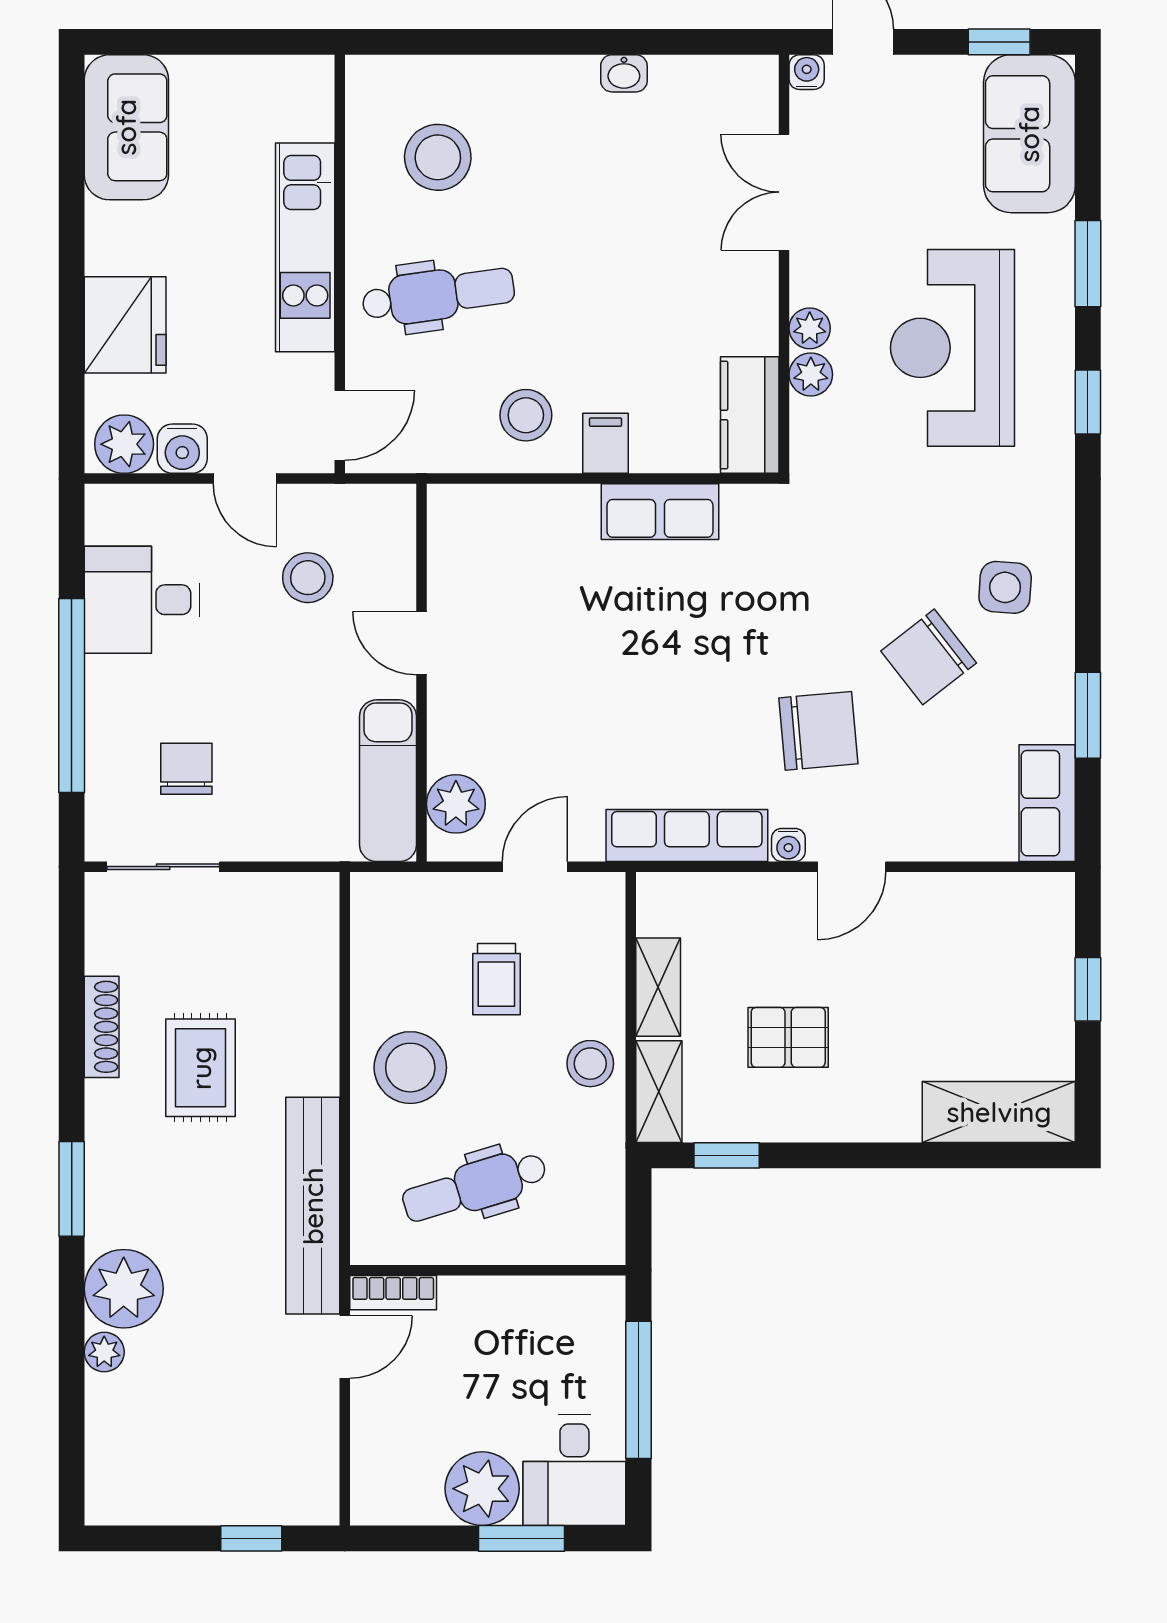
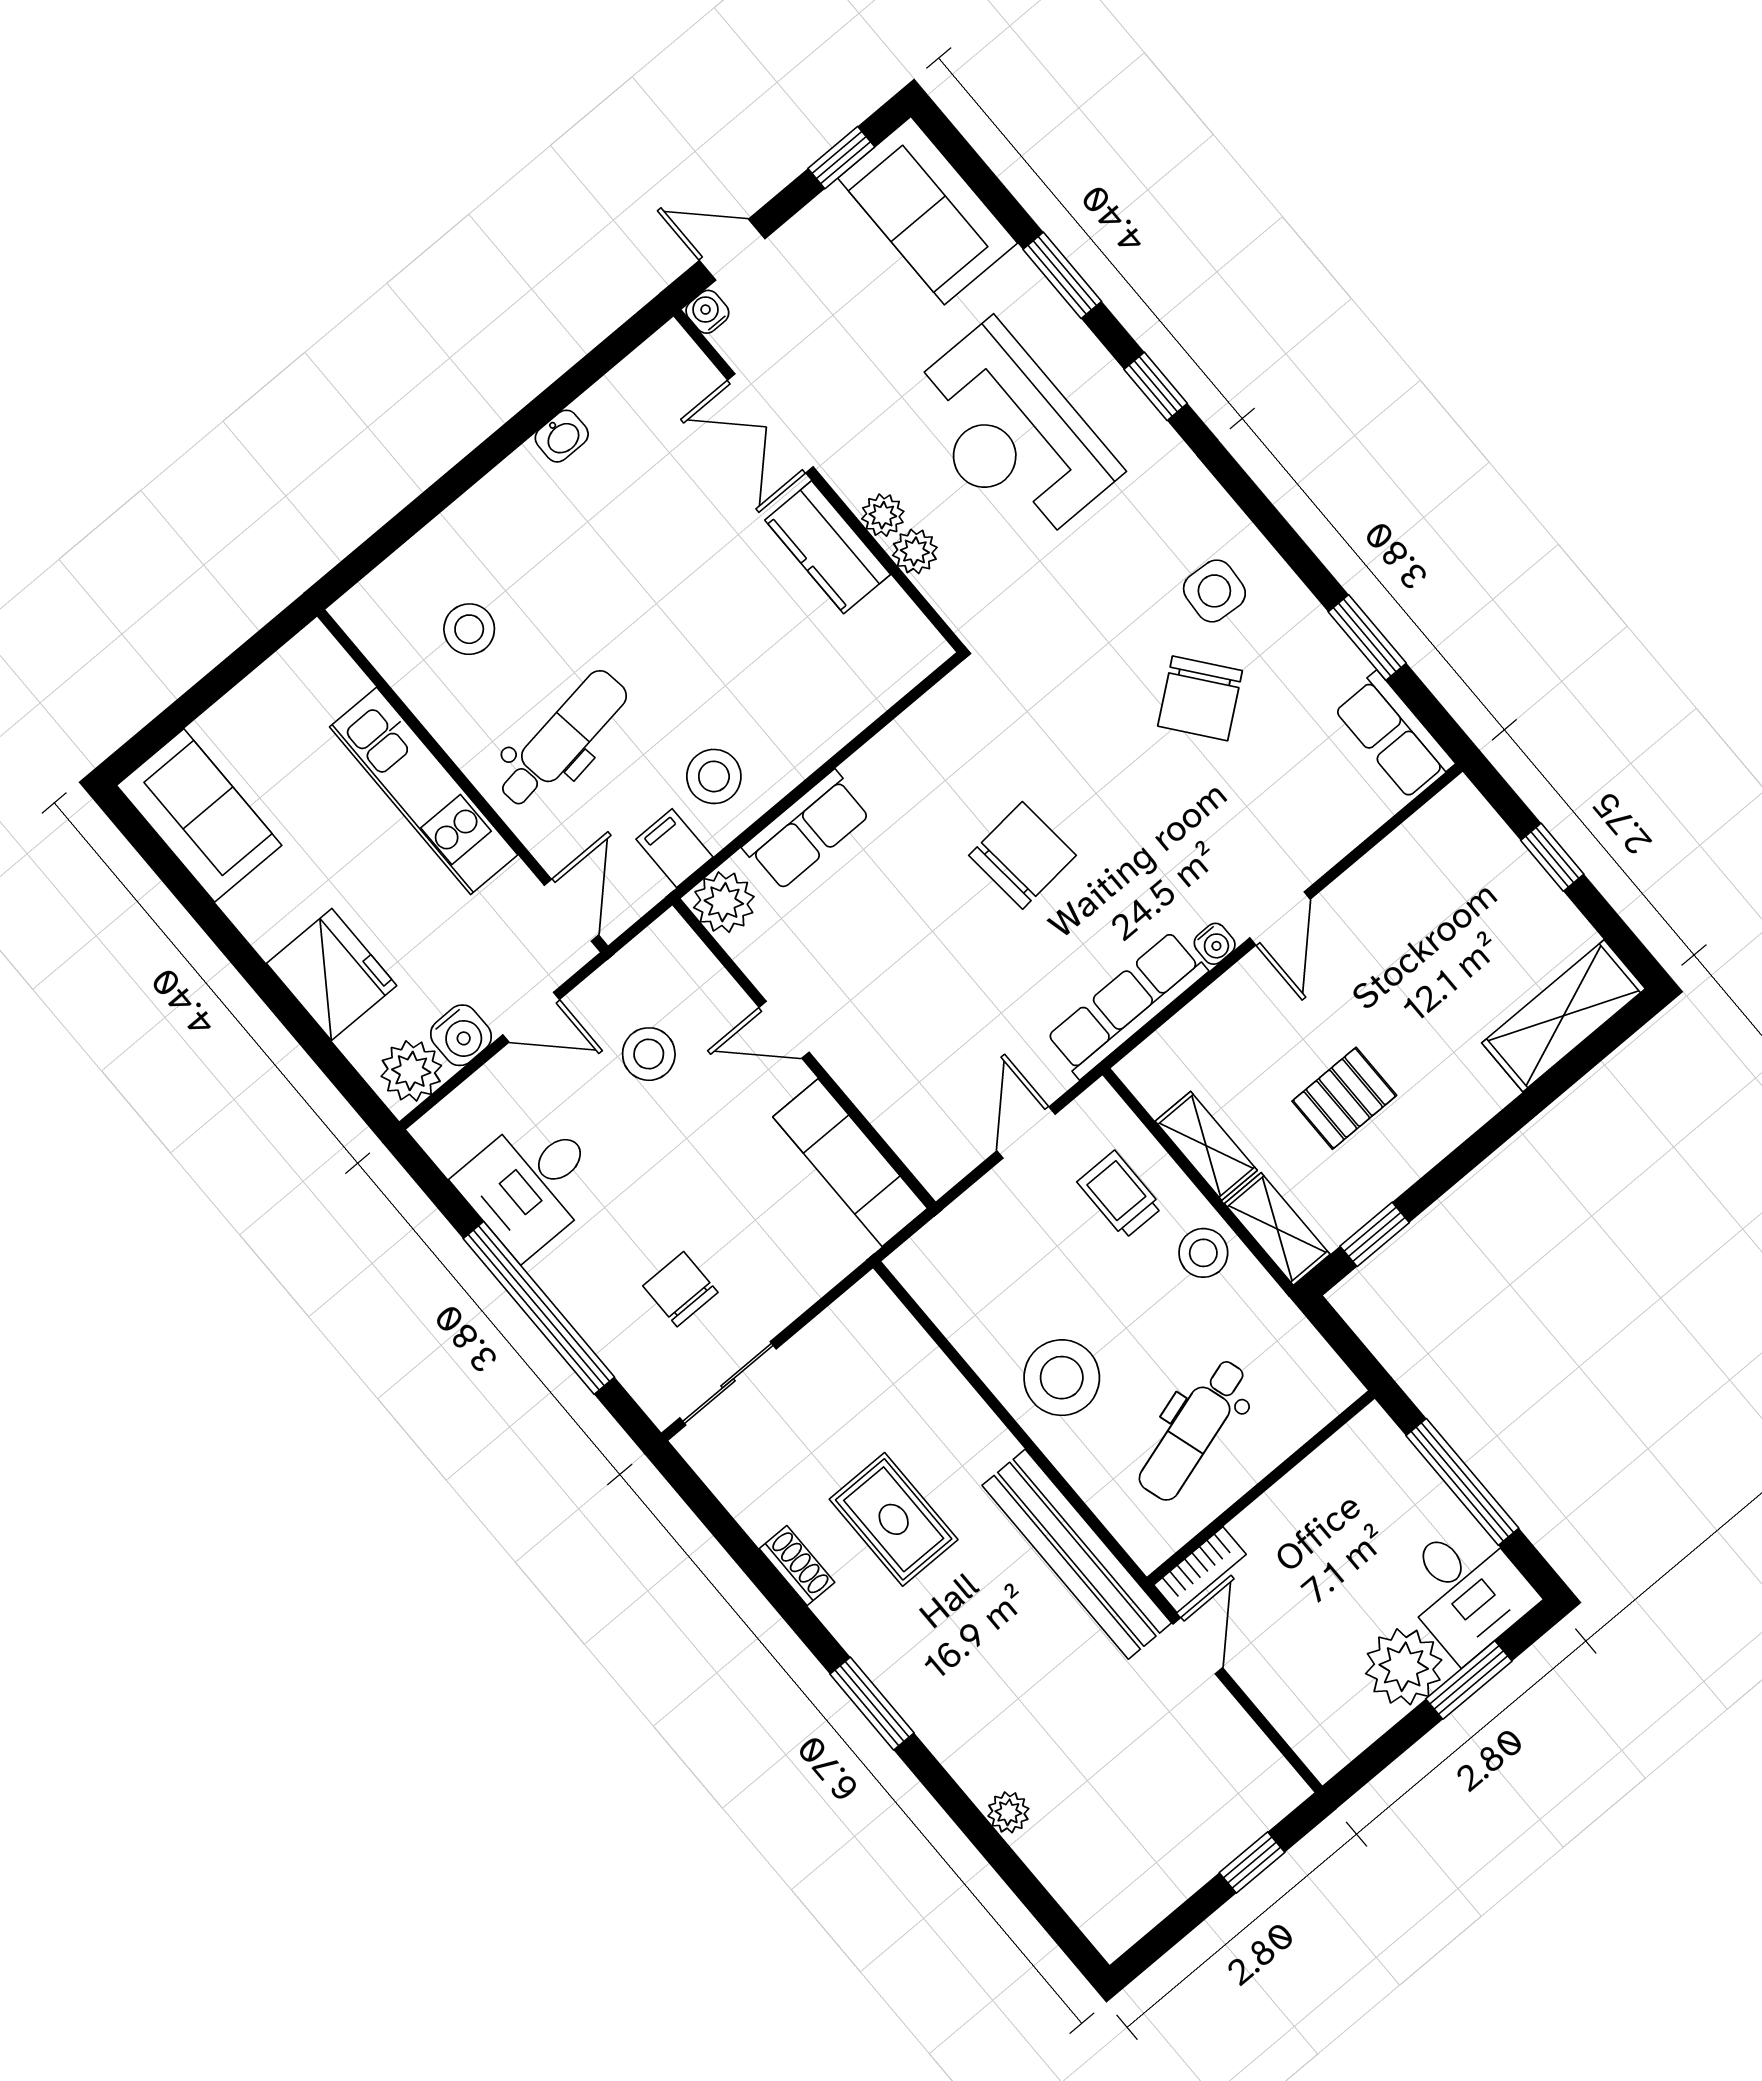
stool: (438, 157) -> (469, 629), width x0.73, depth x0.73
kitchen counter: (750, 415) -> (828, 547), moved
filing cabinet: (606, 443) -> (674, 848), moved
row of seats: (660, 512) -> (807, 830), moved
chair: (818, 731) -> (1022, 855), moved
plant: (456, 804) -> (724, 902), moved
trolley: (496, 979) -> (1120, 1195), moved, turned 180
shoe rack: (102, 1027) -> (797, 1566), width x0.70
plant: (124, 1289) -> (981, 1748), removed

